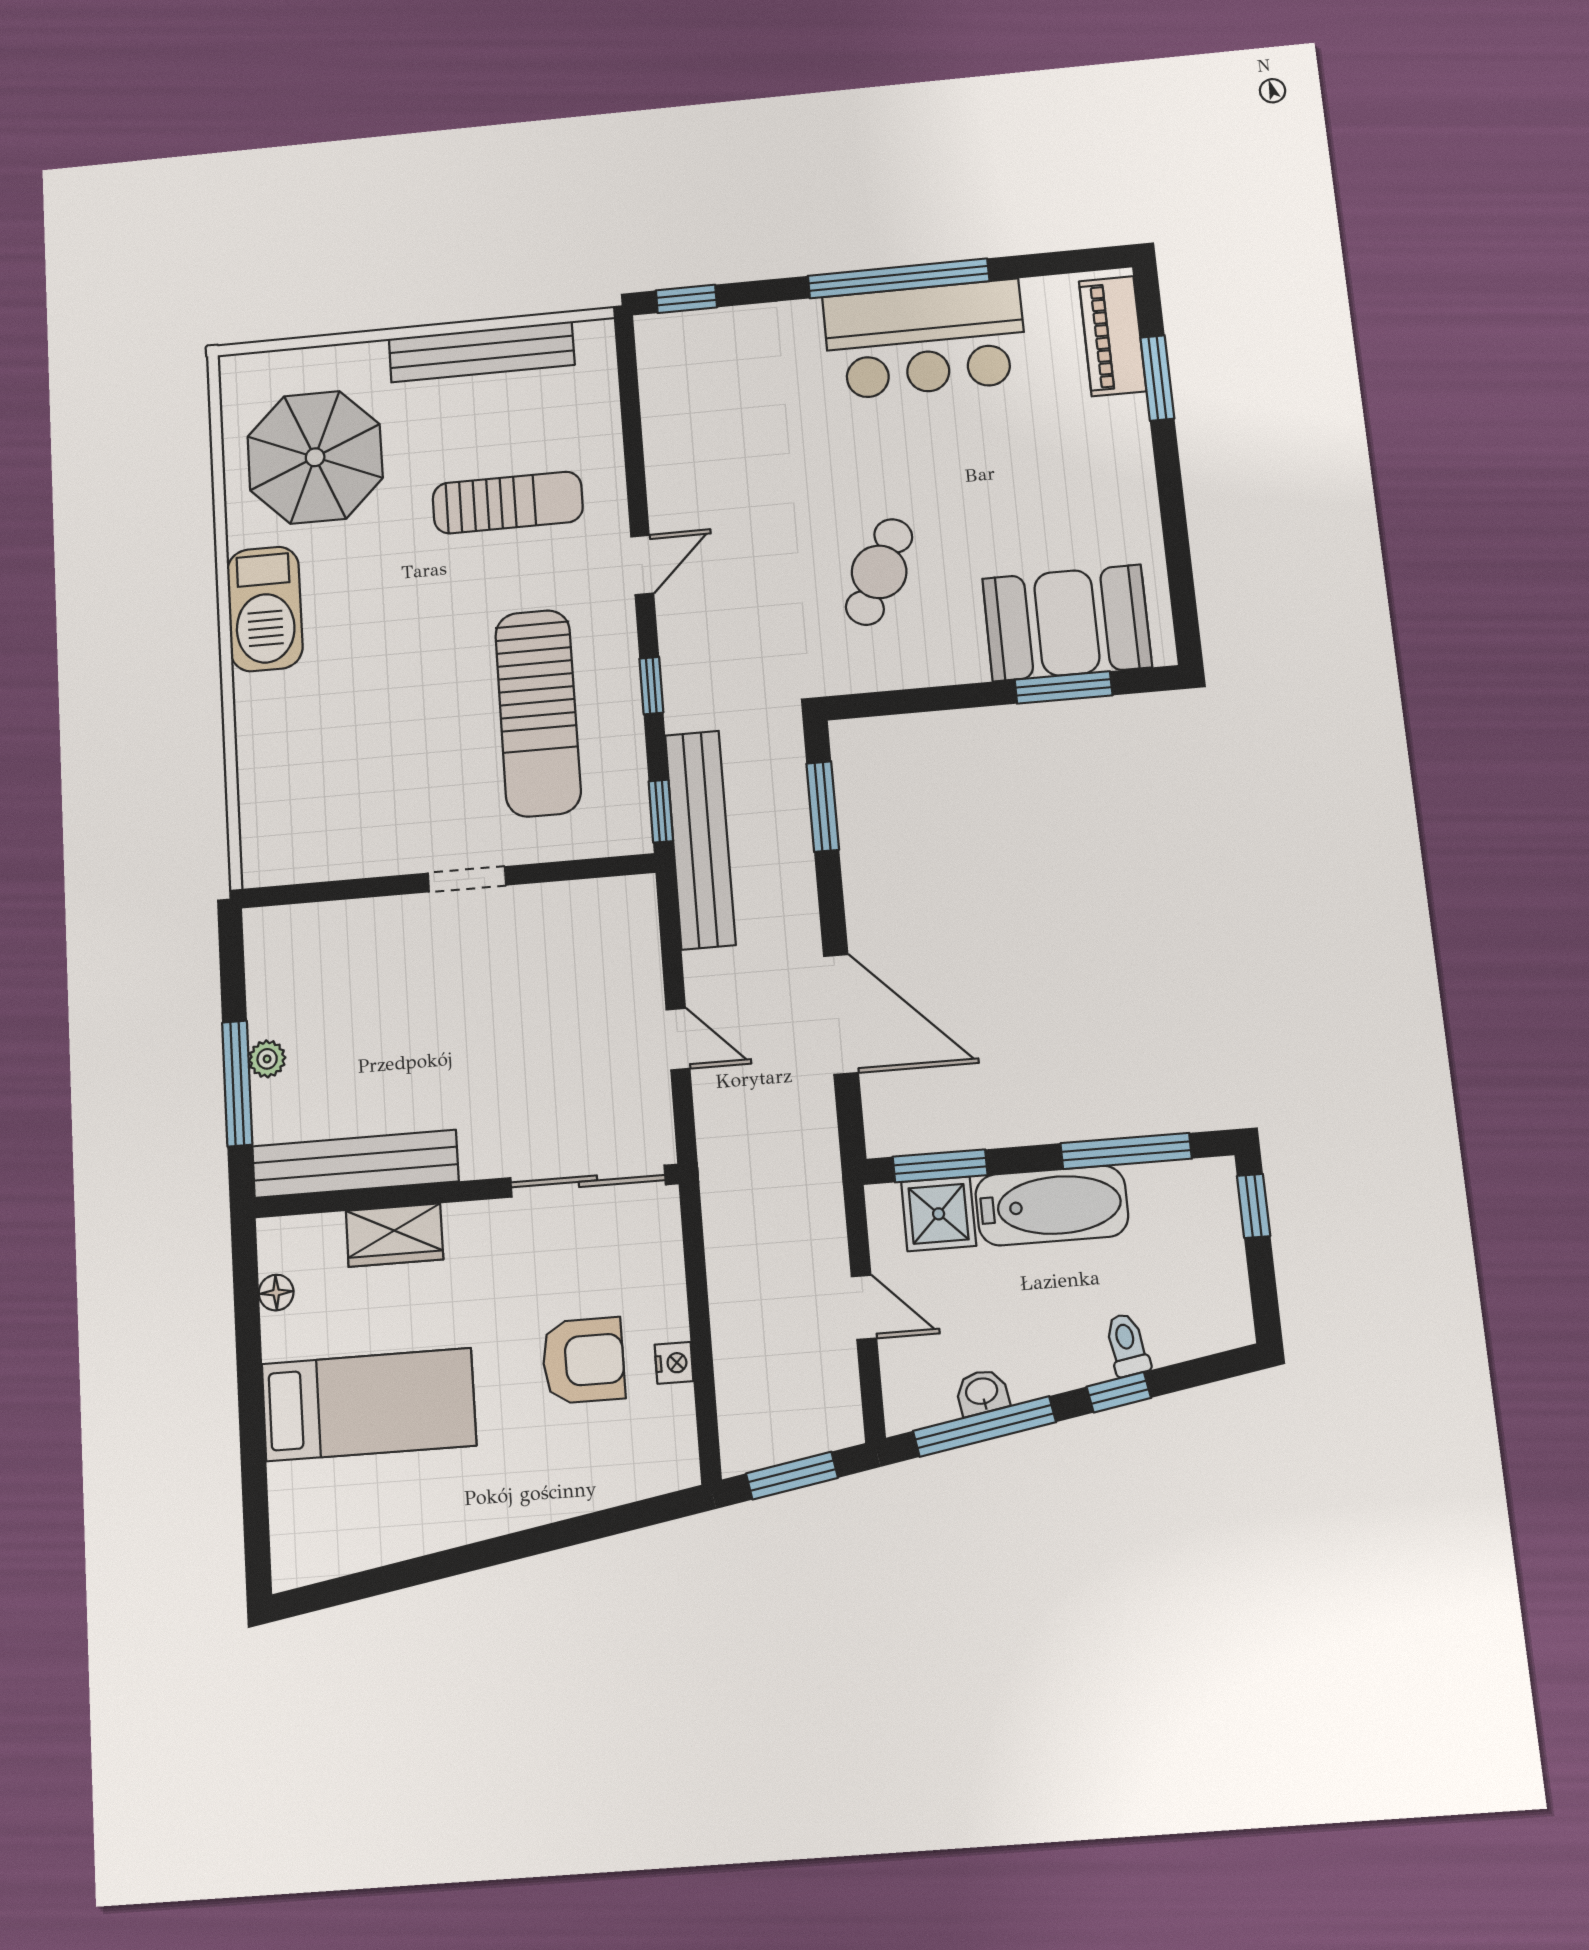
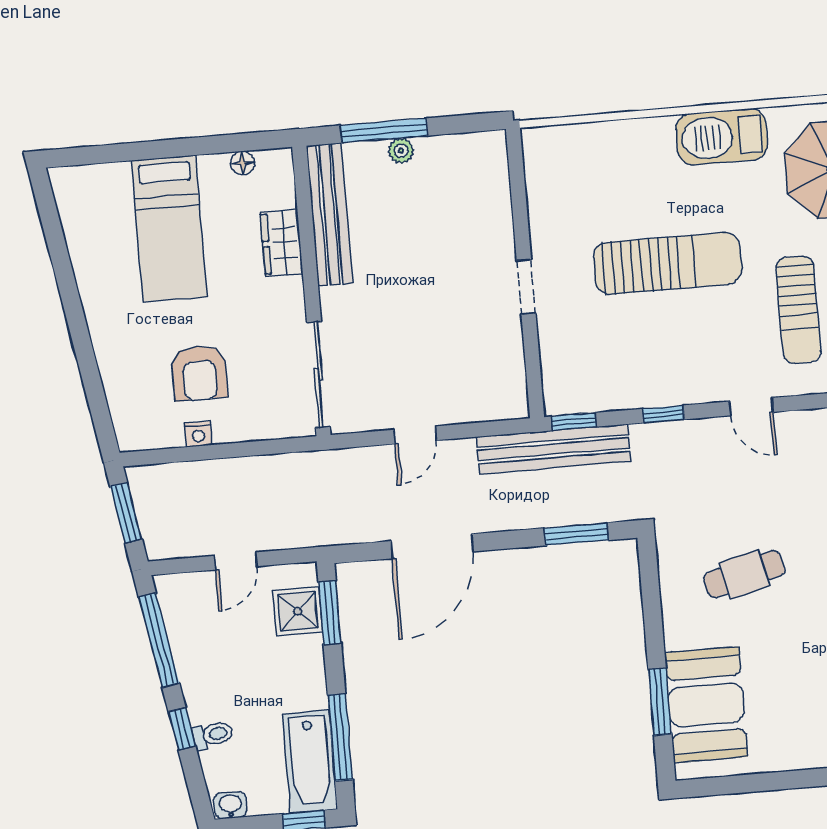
cafe table: (879, 572) -> (744, 574), turned -40
sun lounger: (538, 713) -> (667, 263), moved, turned 180
bathtub: (1052, 1206) -> (310, 761), moved
washbasin: (982, 1392) -> (230, 805), moved, turned -80

